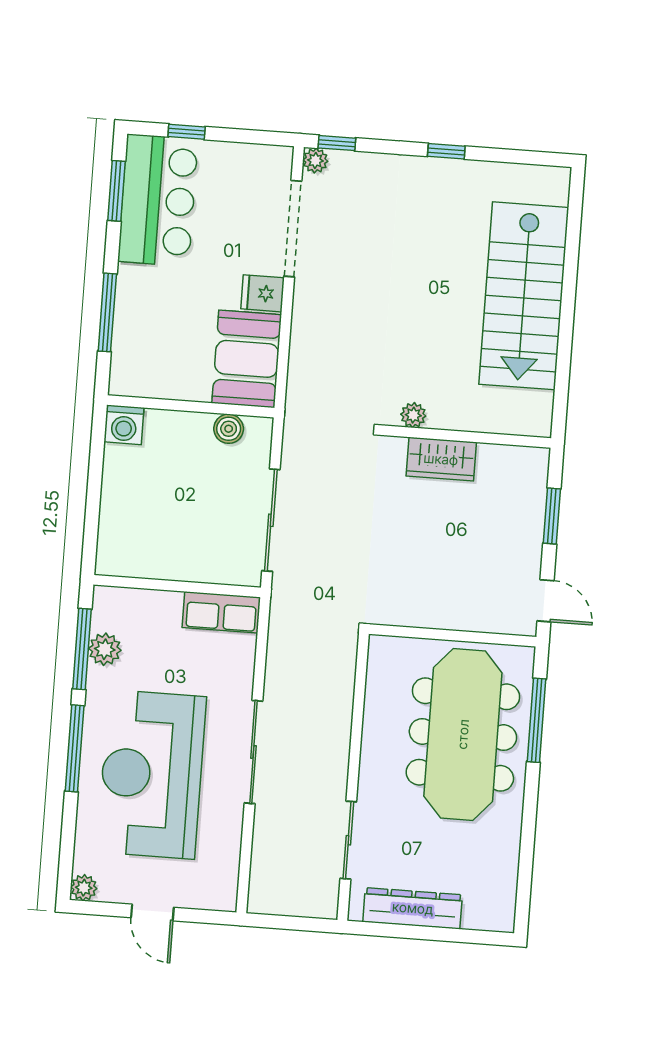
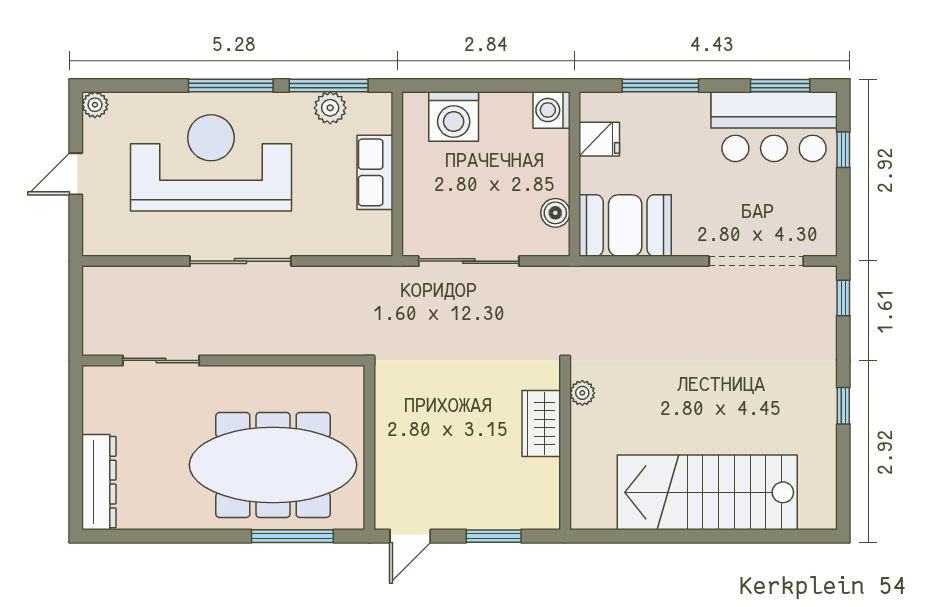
plant: (315, 160) -> (825, 278), removed
fridge: (263, 293) -> (599, 139), moved, turned 90
washing machine: (123, 525) -> (454, 117), added
row of seats: (221, 612) -> (375, 172), moved
dresser: (413, 908) -> (99, 482), moved

